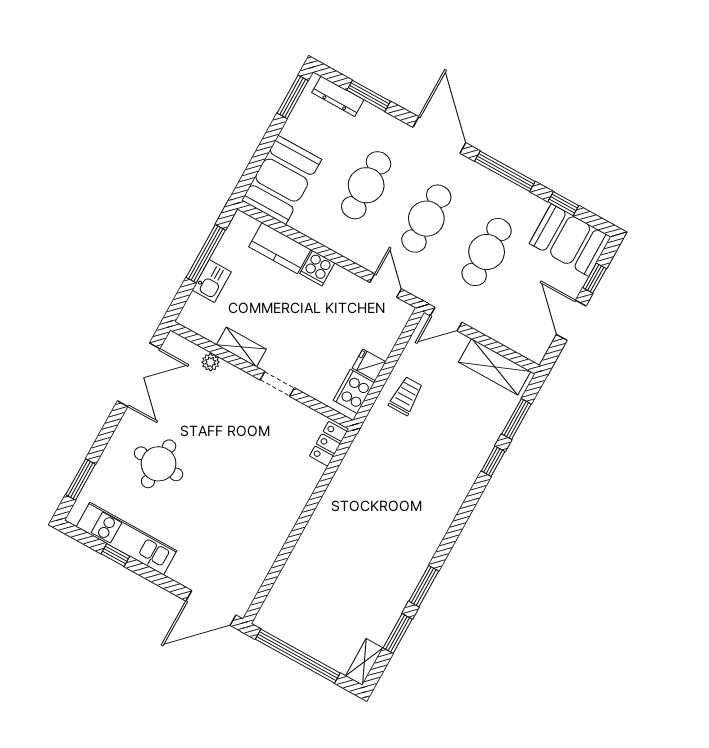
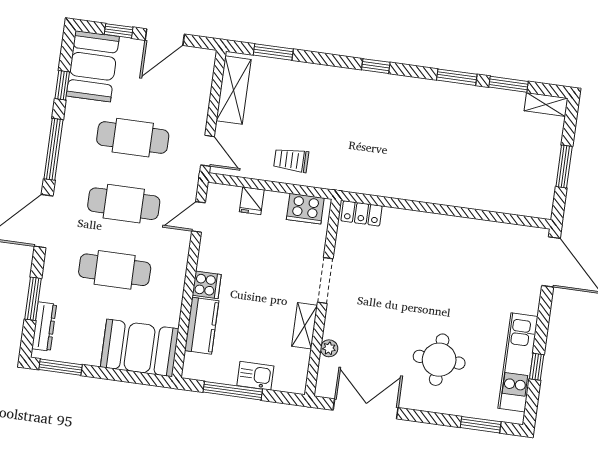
fridge: (369, 365) -> (252, 201), moved
doorway: (277, 384) -> (325, 280), width x1.38
window: (493, 461) -> (376, 66), moved
window: (298, 656) -> (564, 166), width x0.47

